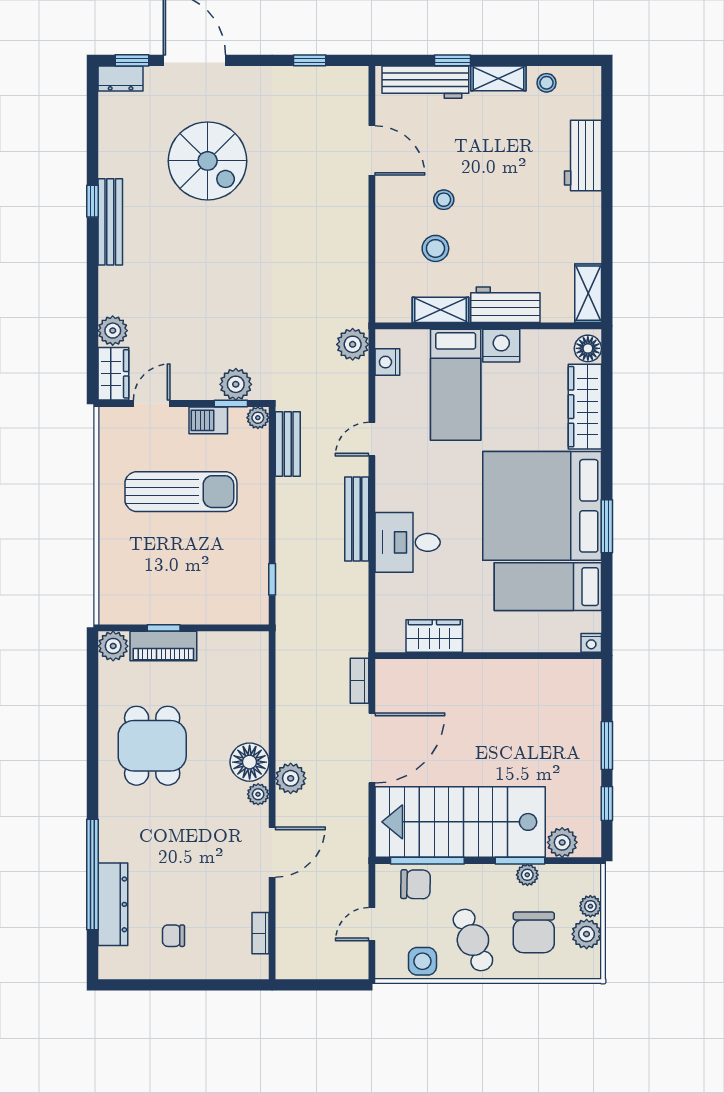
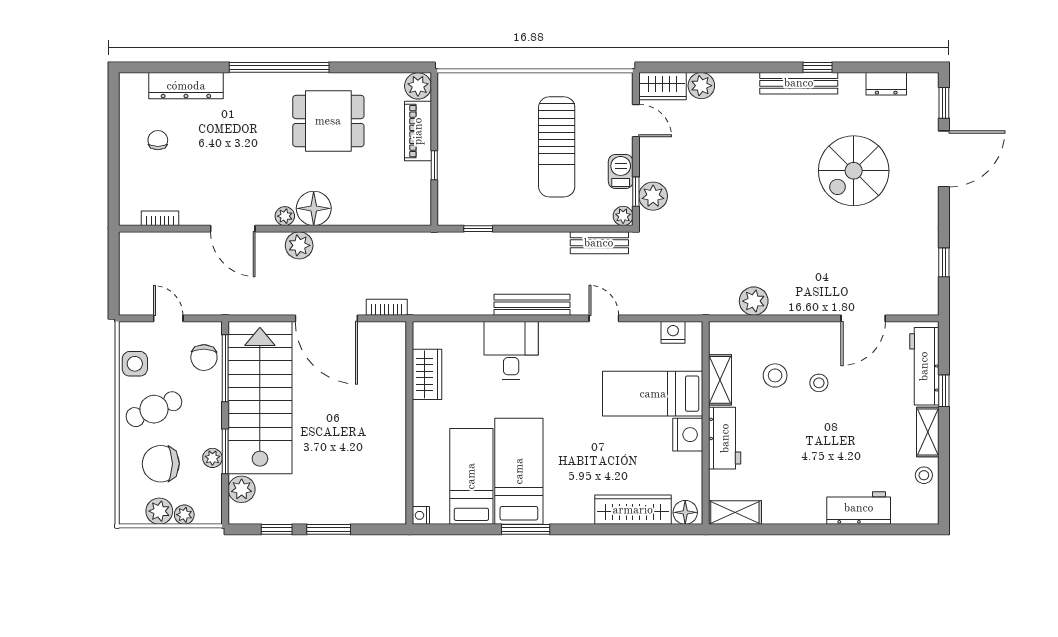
dresser: (121, 79) -> (886, 84), moved, turned -90
plant: (353, 344) -> (754, 301), moved
bed: (542, 506) -> (519, 471), width x0.49
window: (164, 628) -> (434, 165), moved
window: (93, 875) -> (279, 67), moved

